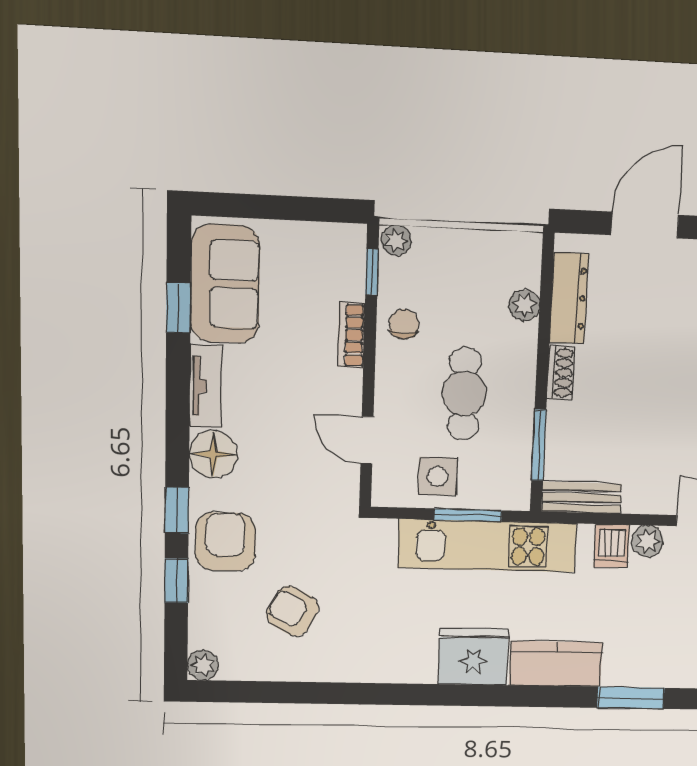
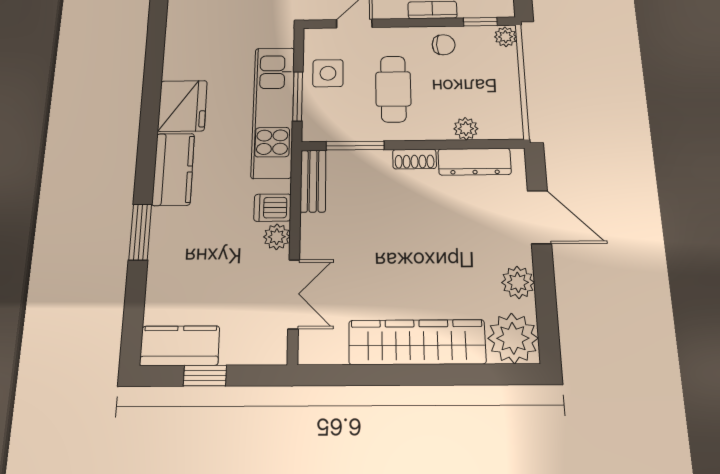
cafe table: (464, 394) -> (393, 89), turned 90

